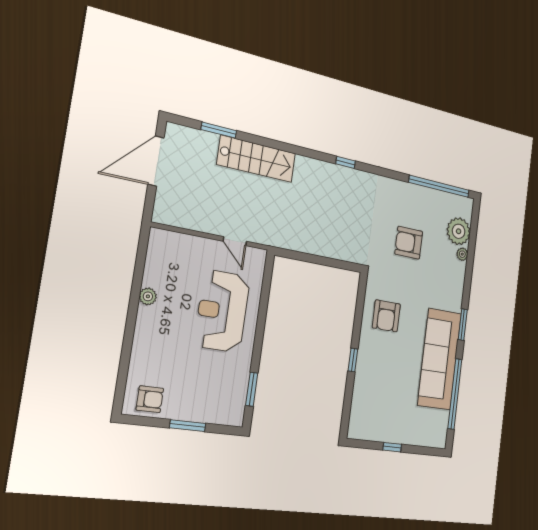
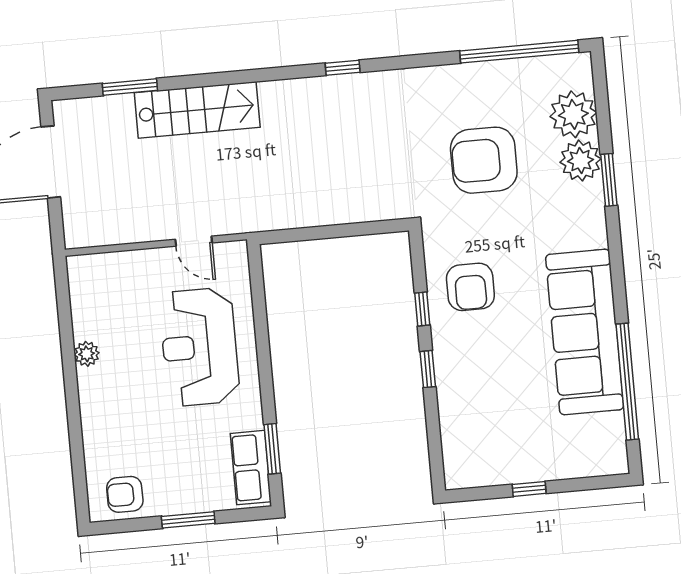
armchair: (409, 243) -> (484, 160), width x1.36, depth x1.36
plant: (462, 254) -> (581, 161), width x1.87, depth x1.87
window: (358, 322) -> (422, 309), added
window: (463, 325) -> (609, 180), moved
armchair: (150, 399) -> (125, 494), turned 180
row of seats: (236, 399) -> (251, 468), added

